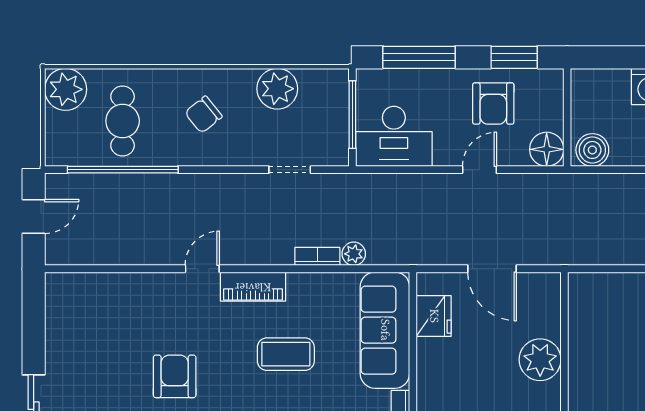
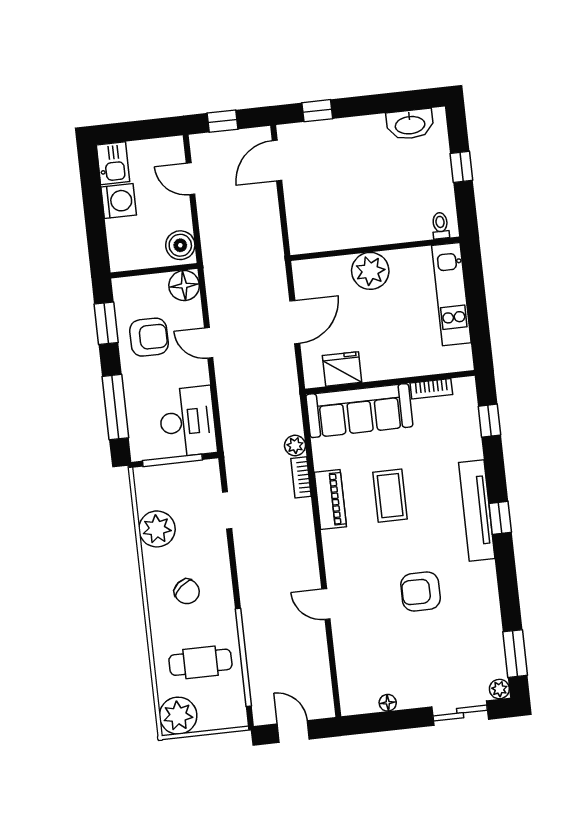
door: (202, 269) -> (326, 604), moved
piano: (253, 287) -> (330, 500), moved
floor lamp: (54, 326) -> (388, 703), added

